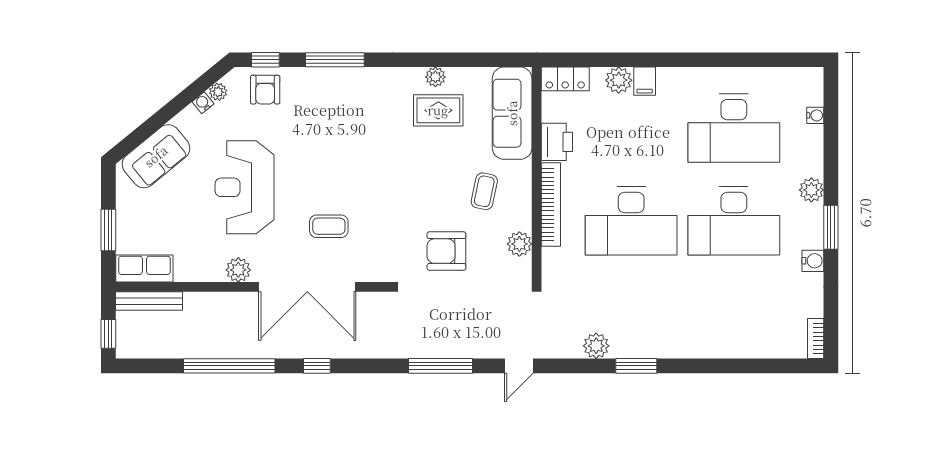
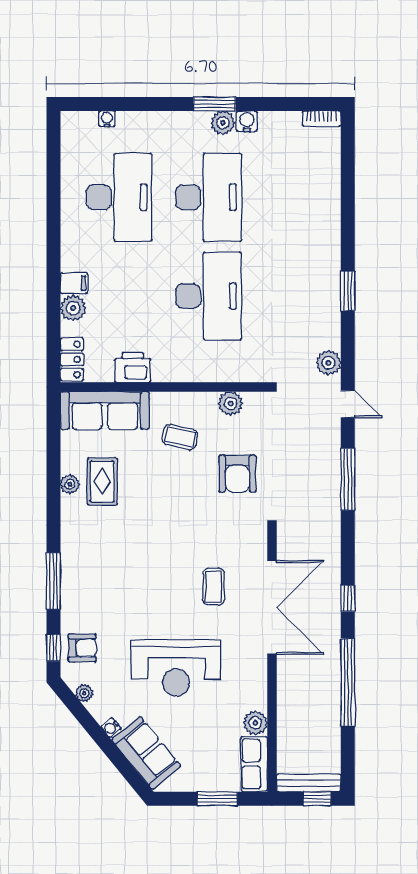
water cooler: (203, 103) -> (111, 728), moved
plant: (811, 190) -> (223, 123), moved
bookcase: (551, 205) -> (193, 373), removed
plant: (238, 270) -> (255, 723), moved
bench: (149, 301) -> (309, 783), moved, turned 90
plant: (596, 346) -> (328, 363), moved

